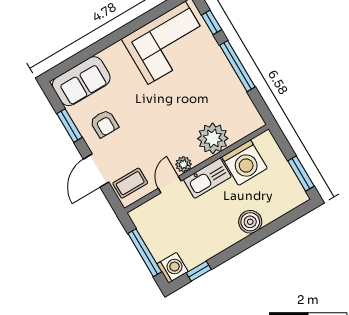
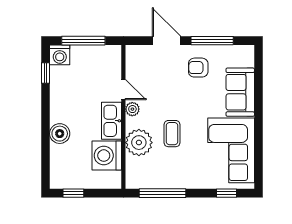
window: (237, 66) -> (162, 193), moved
sofa: (81, 81) -> (240, 92), moved
window: (69, 126) -> (212, 41), width x1.44
window: (301, 174) -> (73, 193), width x0.67
coffee table: (130, 183) -> (172, 134), moved

